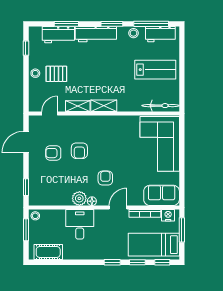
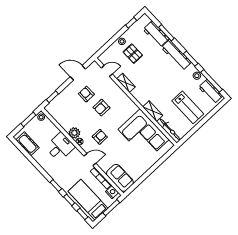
shelving: (104, 106) -> (153, 111), moved
corner sofa: (160, 144) -> (144, 134), moved, turned -90

